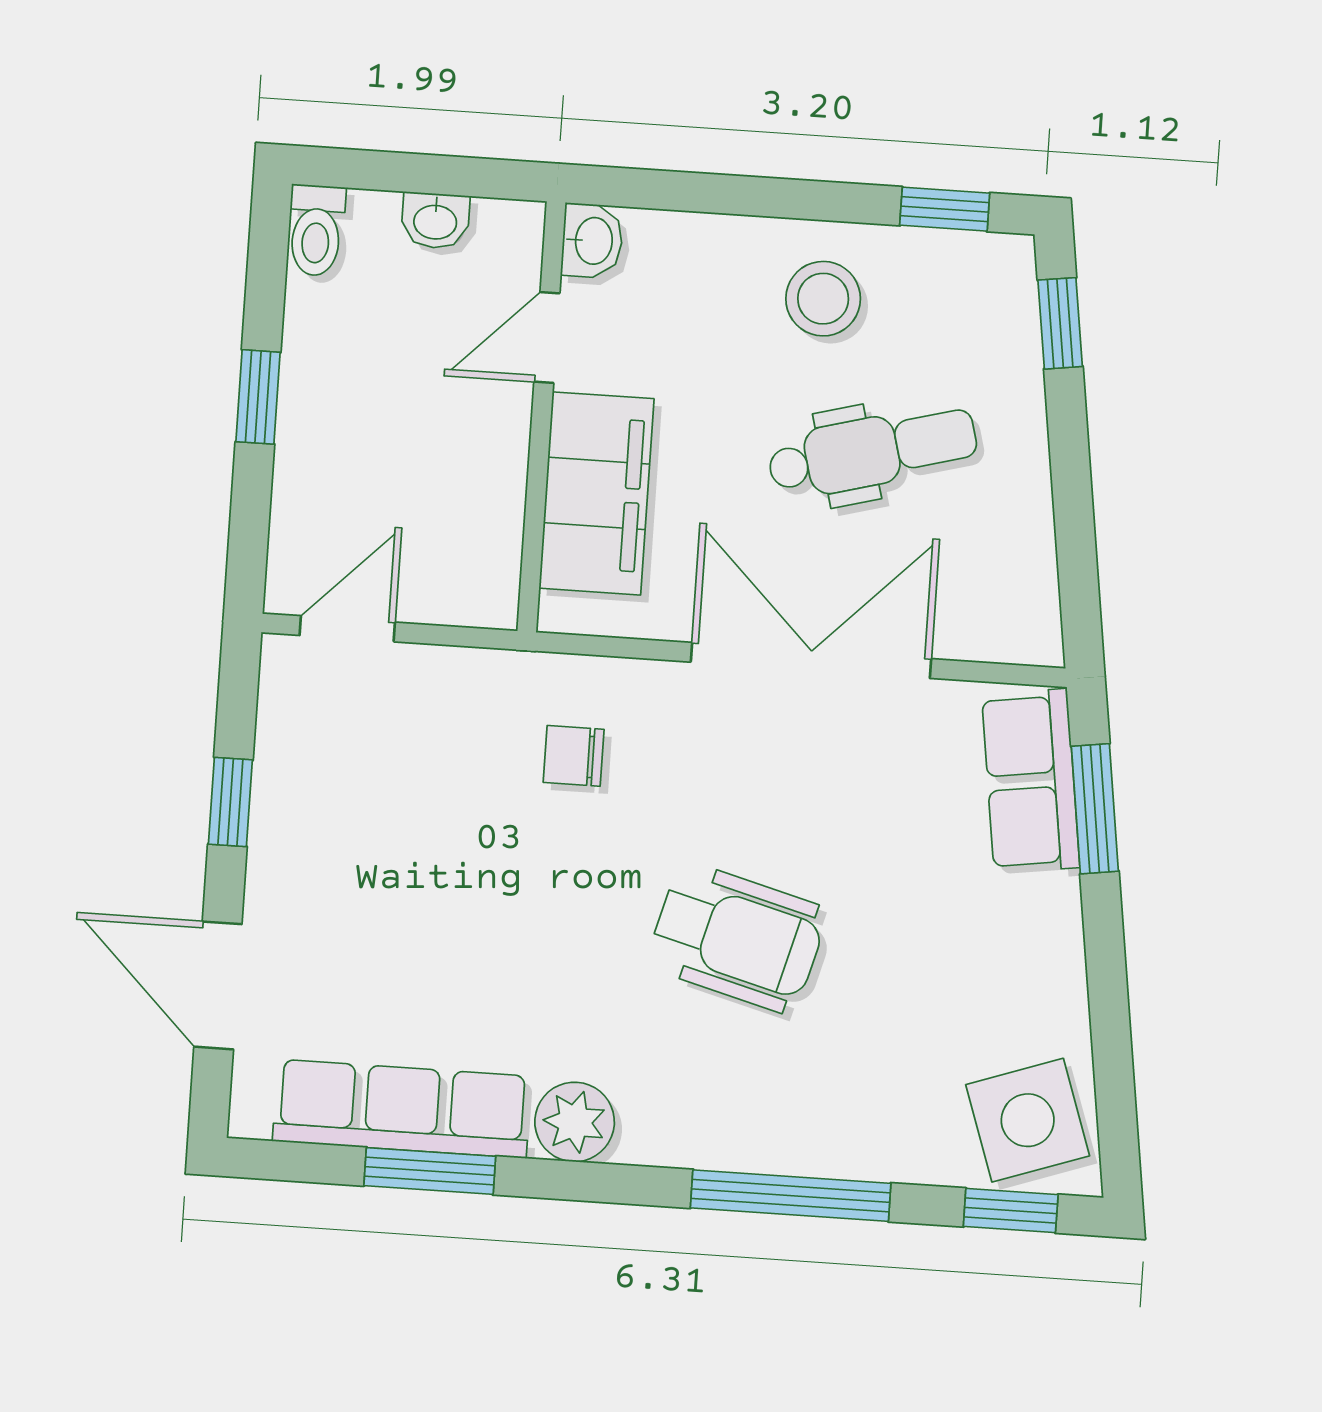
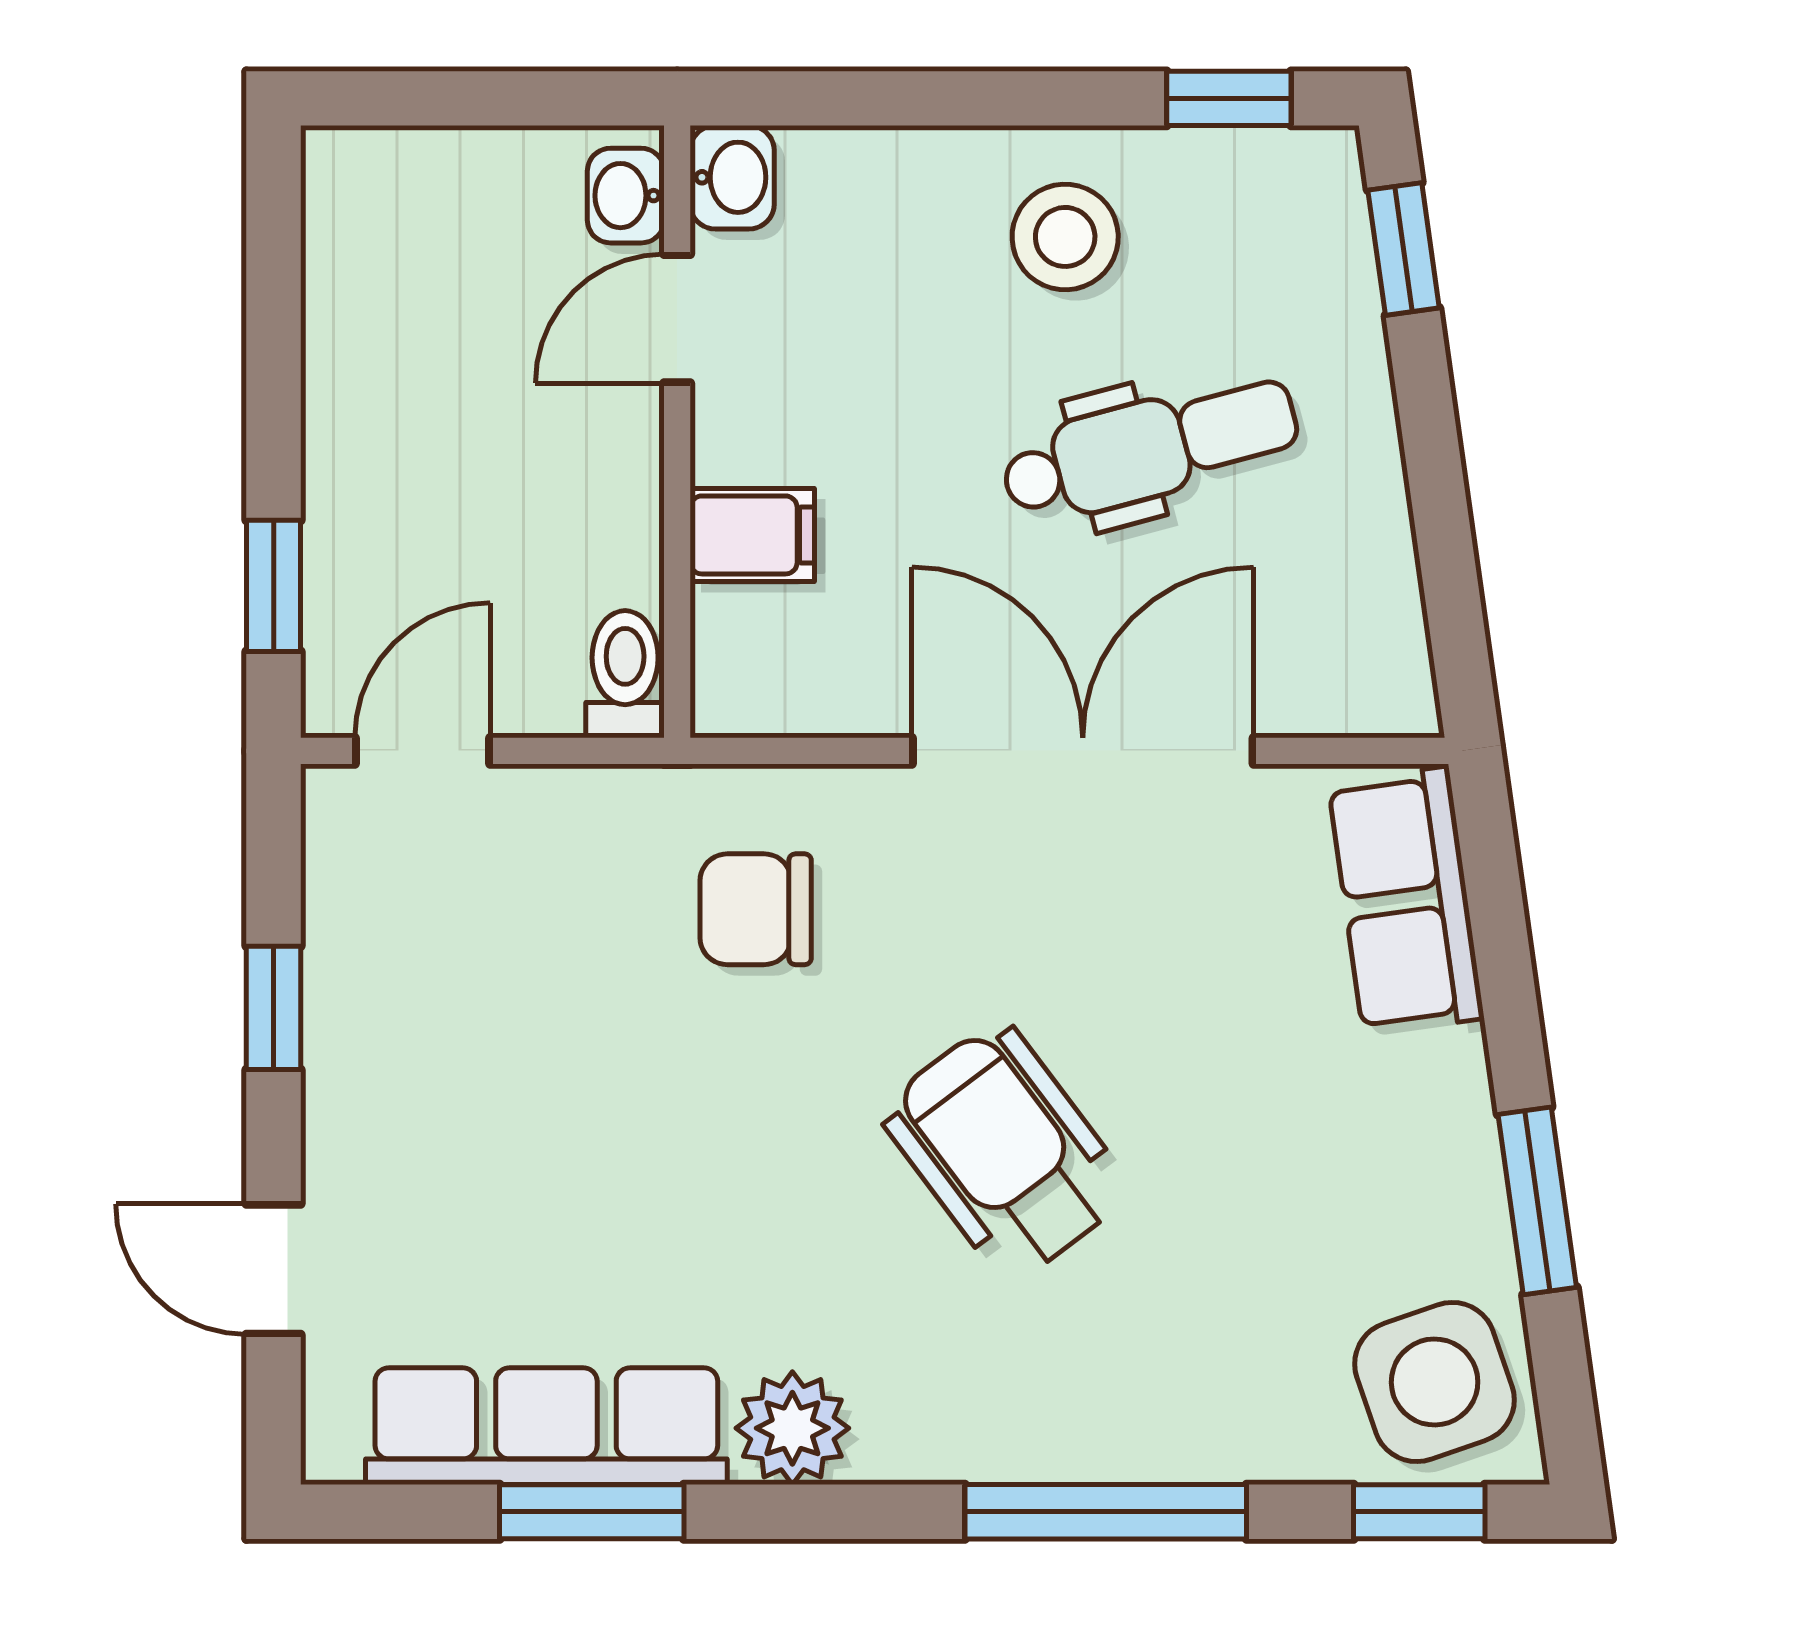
washbasin: (435, 221) -> (626, 196), moved, turned 90
toilet: (316, 230) -> (625, 674), moved, turned 180
window: (258, 397) -> (274, 586), moved
filing cabinet: (596, 493) -> (752, 535), width x0.33, depth x0.86
chair: (574, 756) -> (756, 909), width x1.37, depth x1.37
window: (1095, 809) -> (1537, 1201), moved
wheelchair: (737, 938) -> (1005, 1151), turned -142
door: (218, 985) -> (274, 1269), width x0.73

